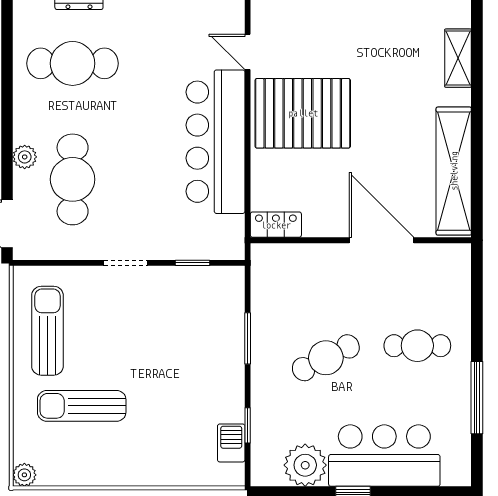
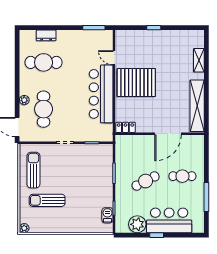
door: (382, 240) -> (168, 134), swing flipped

